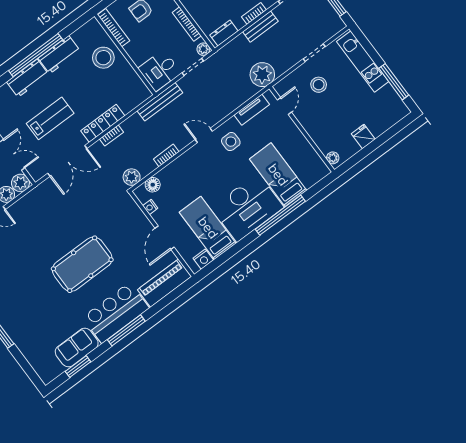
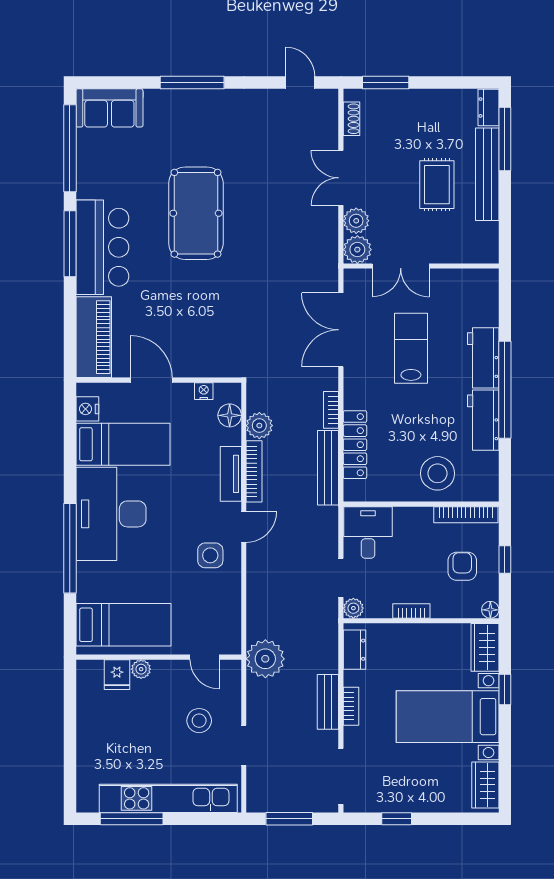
bookcase: (187, 24) -> (411, 611), width x0.64
kitchen unit: (363, 62) -> (168, 798), width x1.36
bench: (160, 102) -> (328, 468), moved
tv unit: (252, 110) -> (231, 474), moved
lab bench: (50, 118) -> (411, 348), turned 180
locker: (103, 123) -> (355, 445), moved
fridge: (363, 136) -> (117, 675), moved, turned 90
bookcase: (166, 155) -> (254, 471), width x1.56
plant: (333, 158) -> (141, 669), moved
bed: (278, 175) -> (123, 625), moved
plant: (132, 177) -> (259, 426), moved
pool table: (82, 264) -> (196, 213), moved
sofa: (77, 348) -> (109, 108), moved, turned 90
window: (78, 367) -> (70, 148), width x2.11

